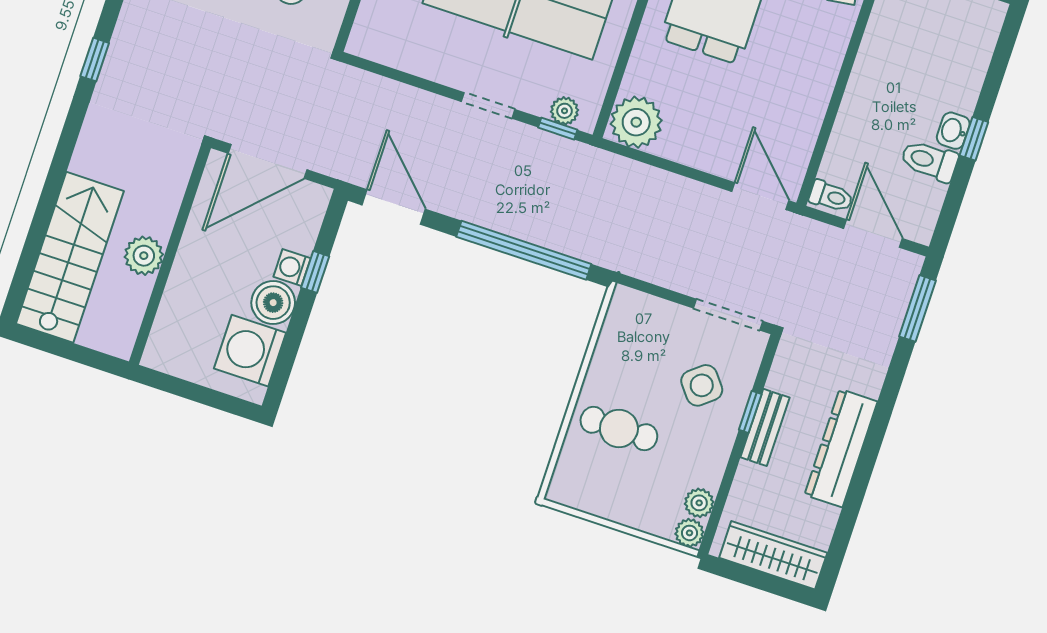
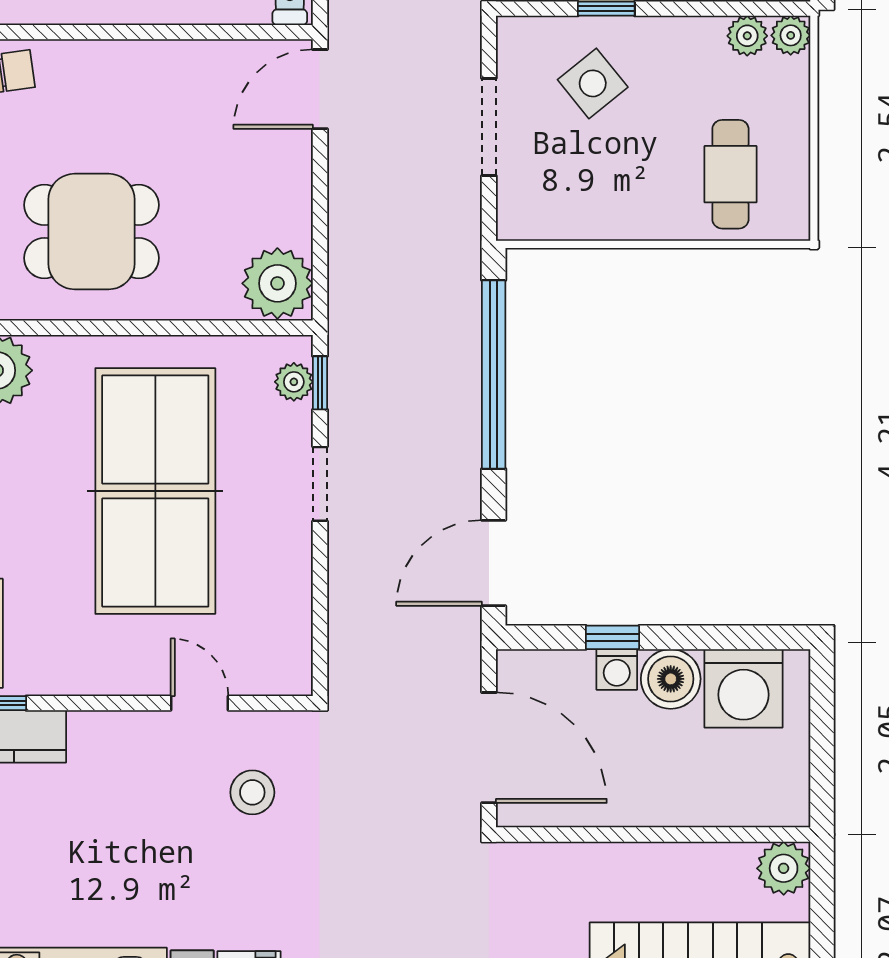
plant: (144, 256) -> (784, 868), moved
doorway: (728, 315) -> (489, 127), moved
cafe table: (619, 429) -> (730, 174), moved

